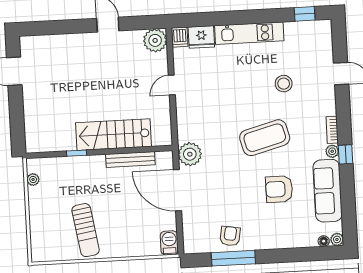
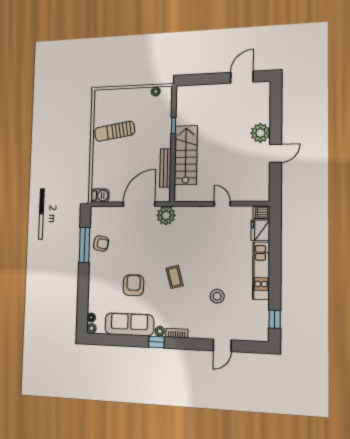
plant: (155, 40) -> (260, 133), moved
coffee table: (265, 138) -> (175, 277), width x0.54, depth x0.58

